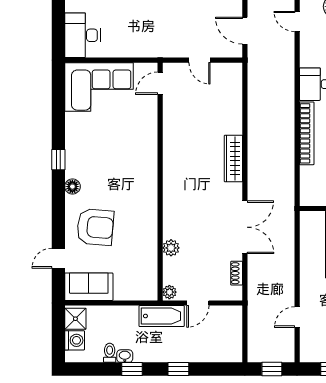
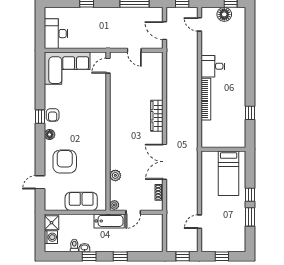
armchair: (77, 157) -> (53, 115), added
armchair: (95, 227) -> (65, 162), turned -95
double door: (245, 227) -> (165, 162), swing flipped
sofa: (89, 287) -> (81, 201), moved

